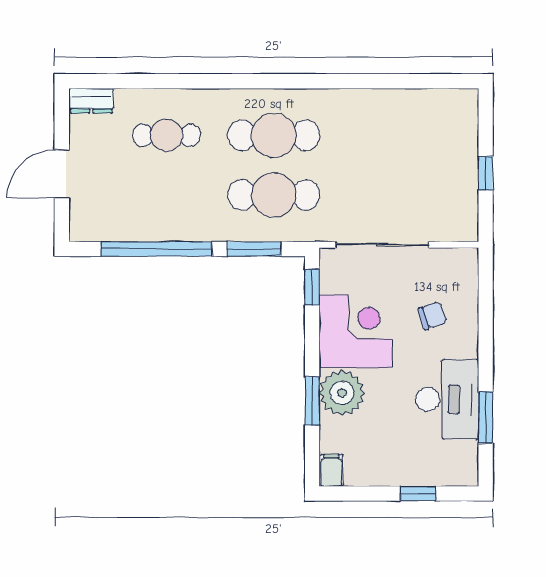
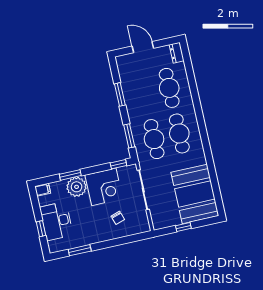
booth: (417, 131) -> (195, 194), added
cafe table: (166, 135) -> (169, 88), width x1.37, depth x1.35
window: (156, 249) -> (120, 94), width x0.47
desk: (447, 399) -> (56, 221), moved, turned 90

